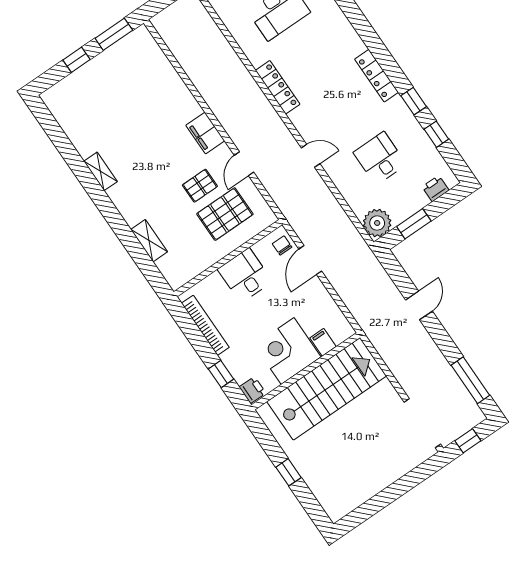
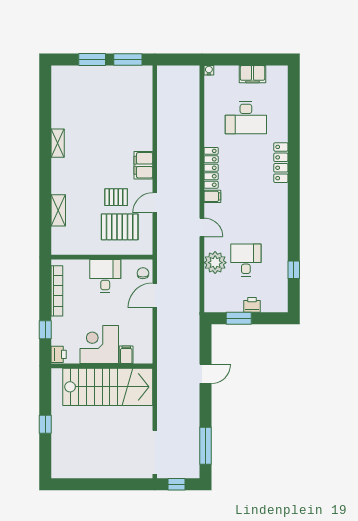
window: (77, 60) -> (92, 60), width x1.50
locker: (377, 76) -> (281, 163), moved
window: (414, 101) -> (294, 238), removed
filing cabinet: (299, 116) -> (212, 196), added
printer: (436, 189) -> (252, 305), moved
plant: (377, 223) -> (215, 263), moved

